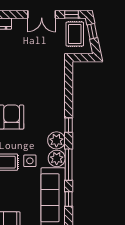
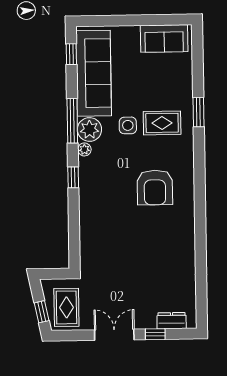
window: (72, 14) -> (155, 334), moved
plant: (56, 140) -> (84, 149), width x0.53, depth x0.53
window: (69, 199) -> (71, 54), moved

